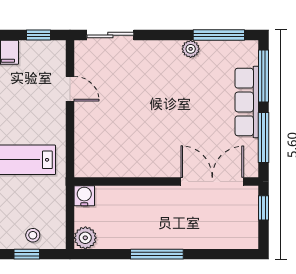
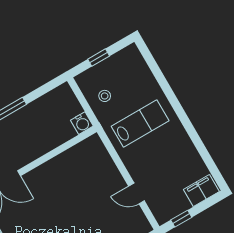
stool: (33, 235) -> (105, 96), moved
plant: (85, 238) -> (64, 93), removed

